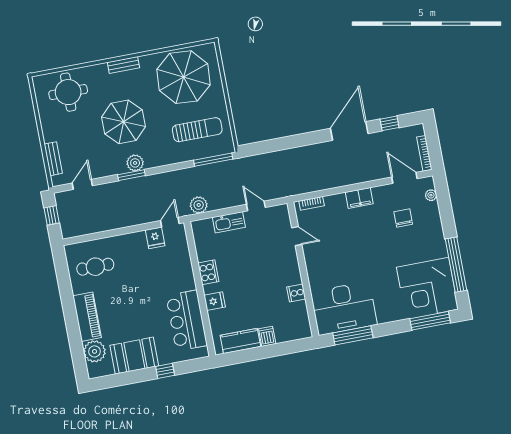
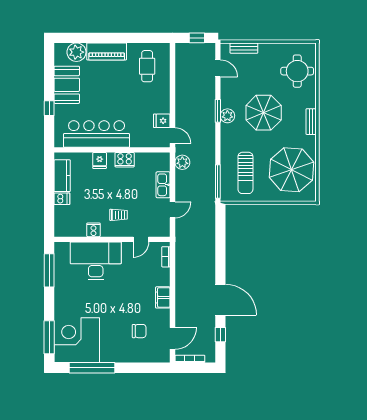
plant: (431, 195) -> (154, 358), removed
trolley: (273, 267) -> (119, 215), added
desk: (344, 308) -> (96, 261), moved, turned 90
bar counter: (187, 321) -> (97, 134), width x1.36

